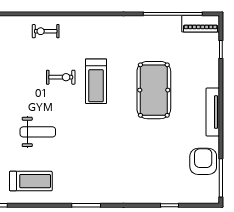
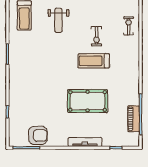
piano: (201, 24) -> (134, 119), moved
tv unit: (213, 112) -> (85, 142), moved

